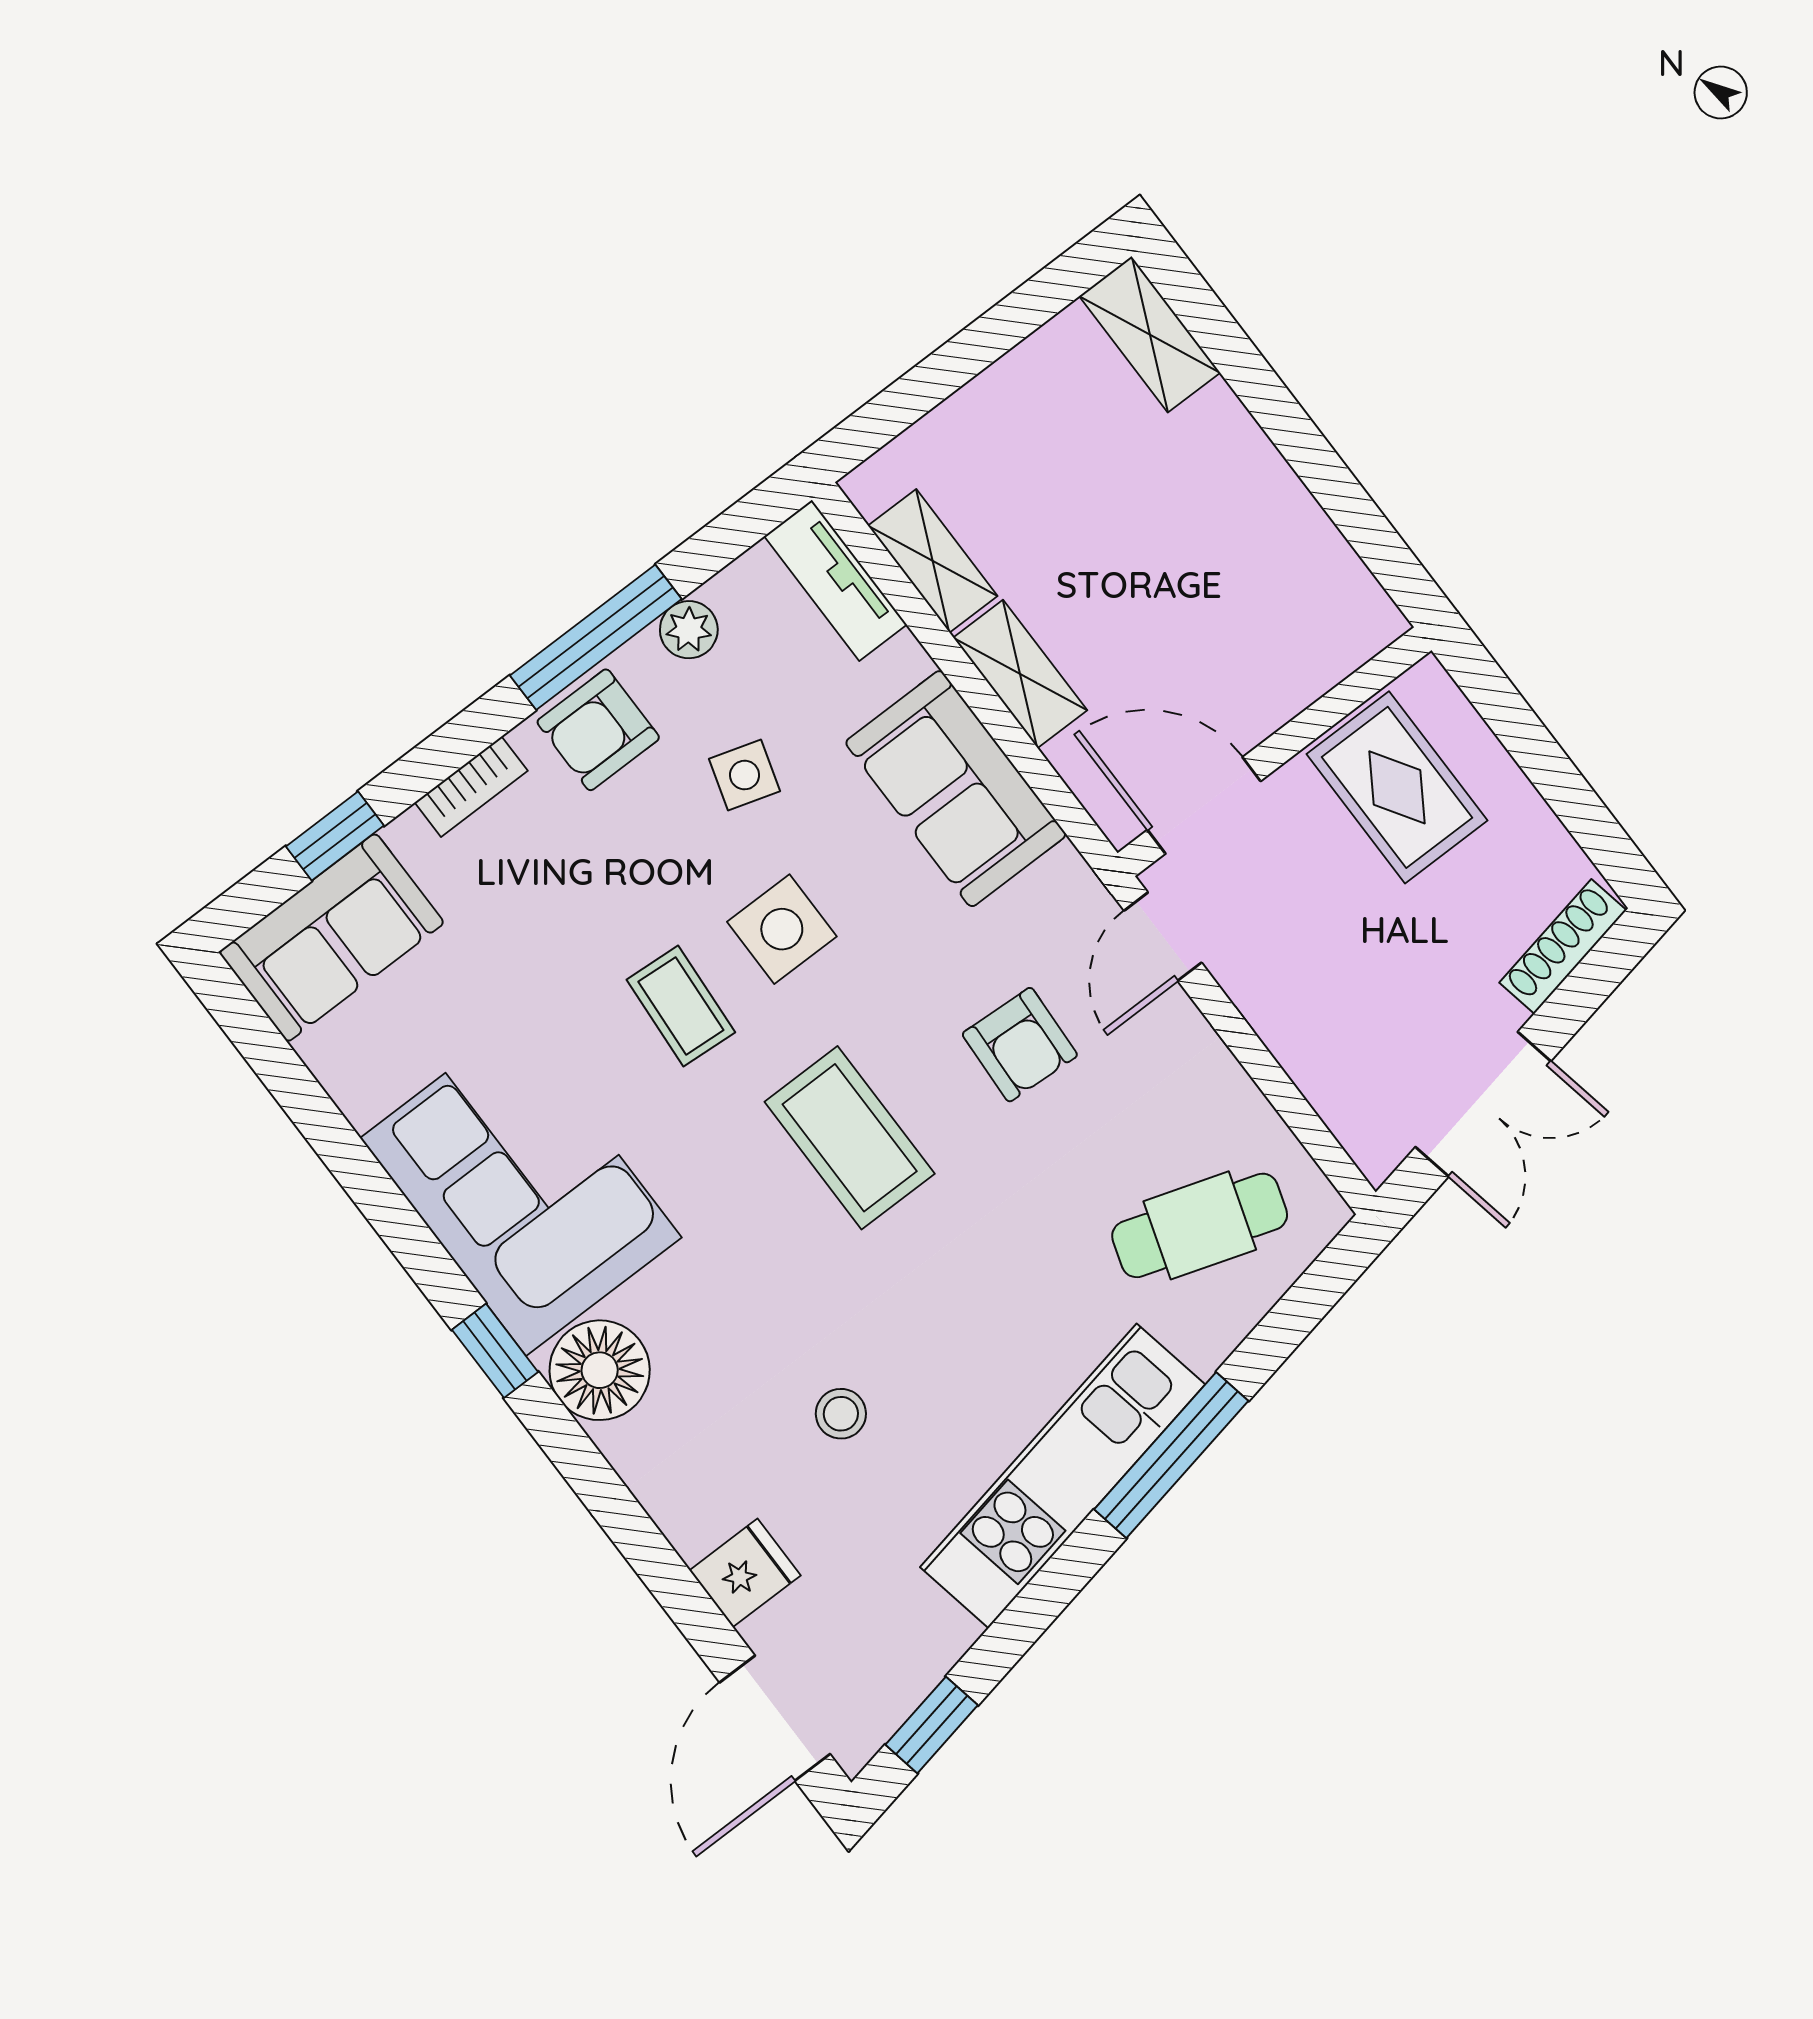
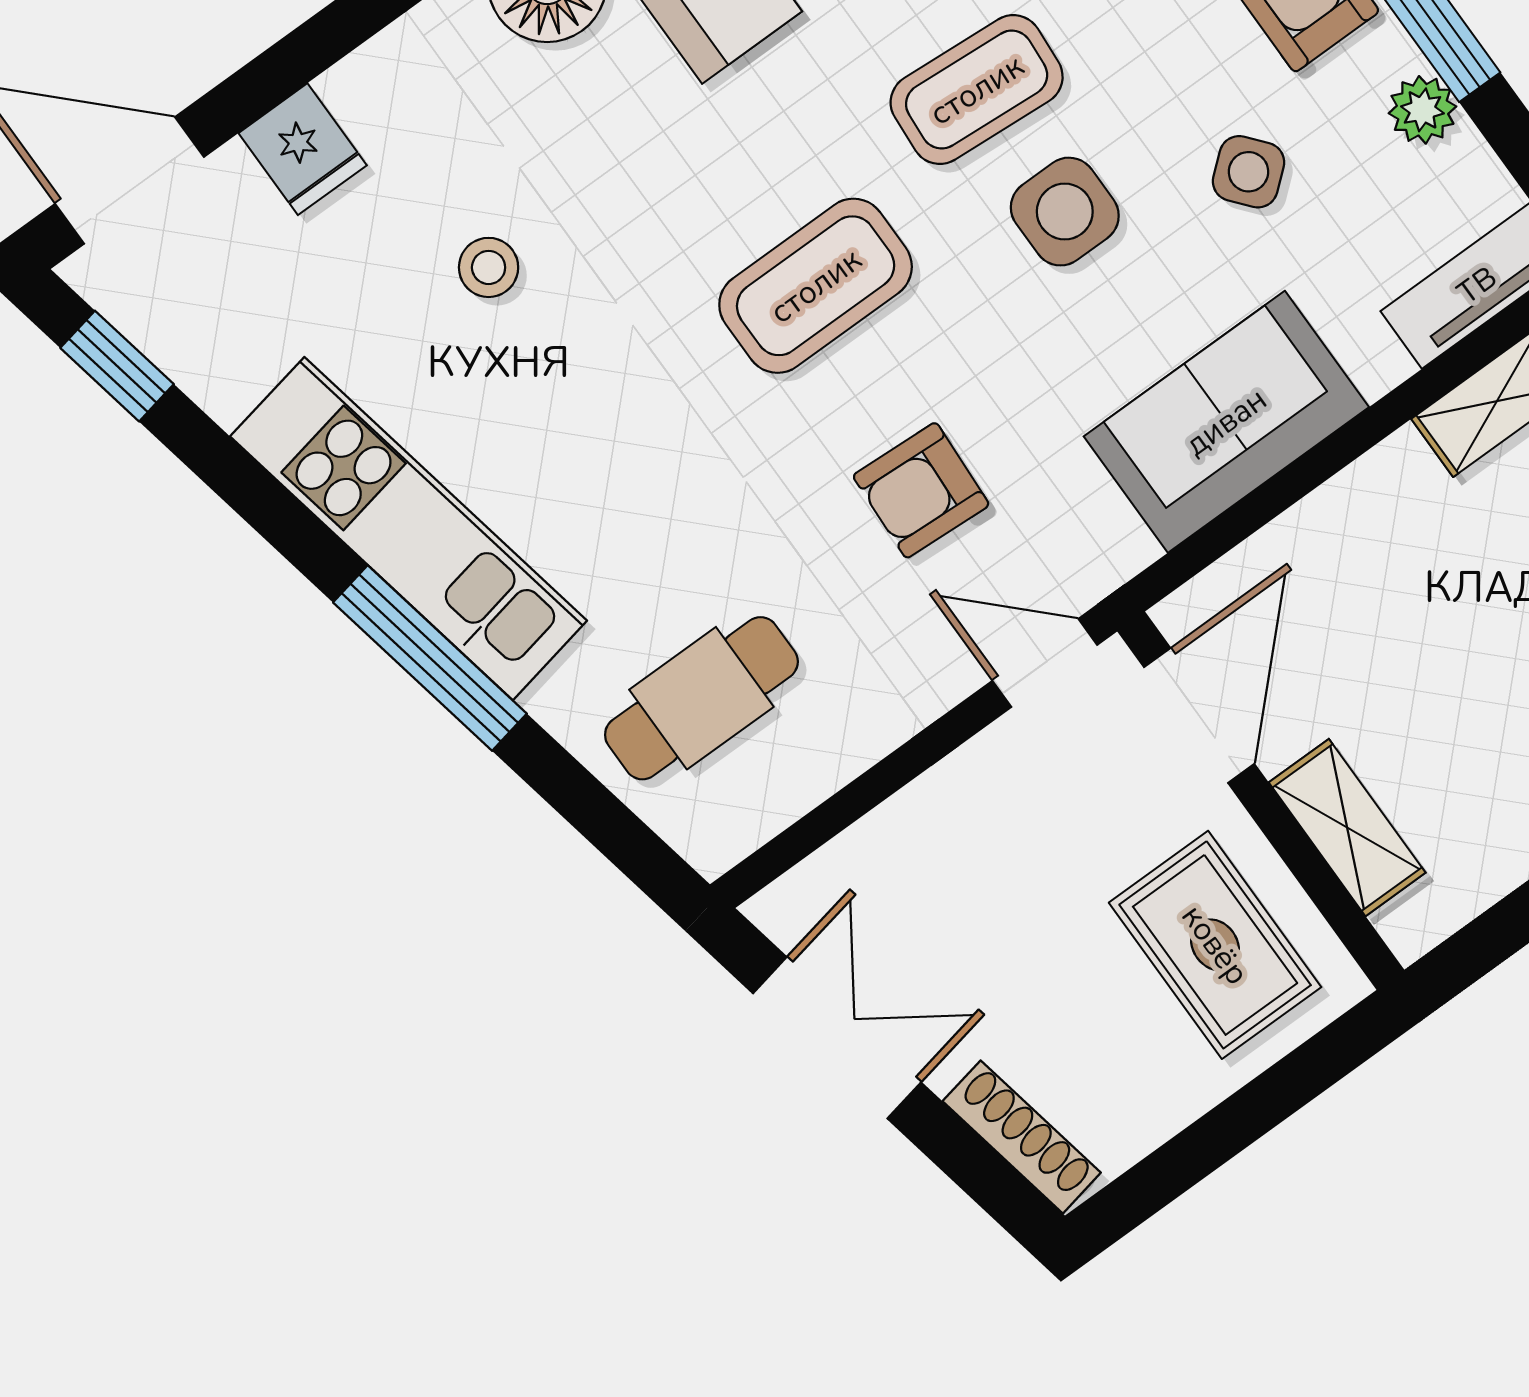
shelving: (1020, 674) -> (1347, 828), moved, turned 90
side table: (745, 775) -> (1249, 172), turned 33
rug: (1397, 787) -> (1215, 945), turned 90
coffee table: (681, 1006) -> (977, 90), width x1.36, depth x1.30
double door: (1483, 1104) -> (837, 1038), swing flipped
cafe table: (1200, 1225) -> (701, 698), turned 72

